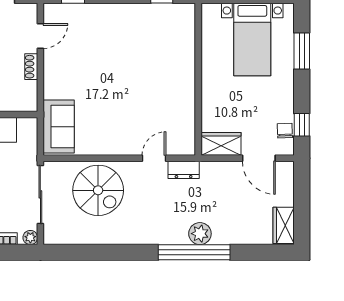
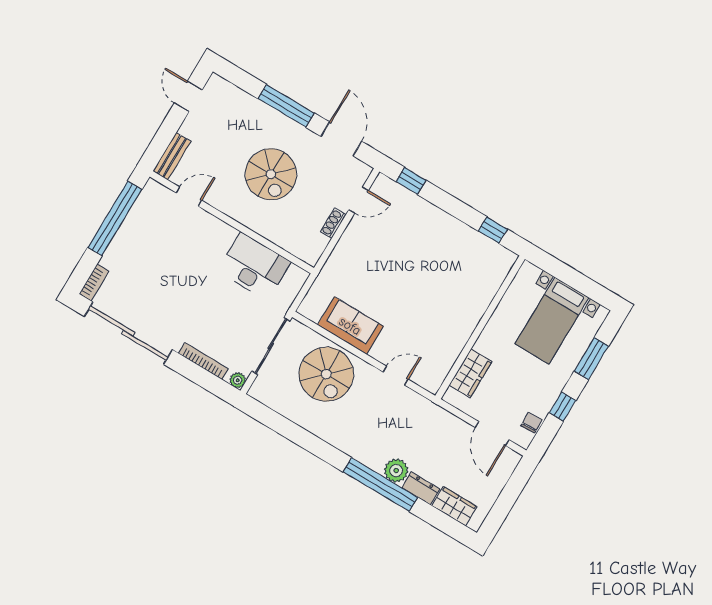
window: (302, 125) -> (562, 407), moved
sofa: (59, 127) -> (350, 326), moved, turned -90
wardrobe: (221, 144) -> (470, 373), moved, turned 90
dresser: (184, 170) -> (421, 488), moved, turned 180
wardrobe: (284, 225) -> (454, 506), moved, turned 90

